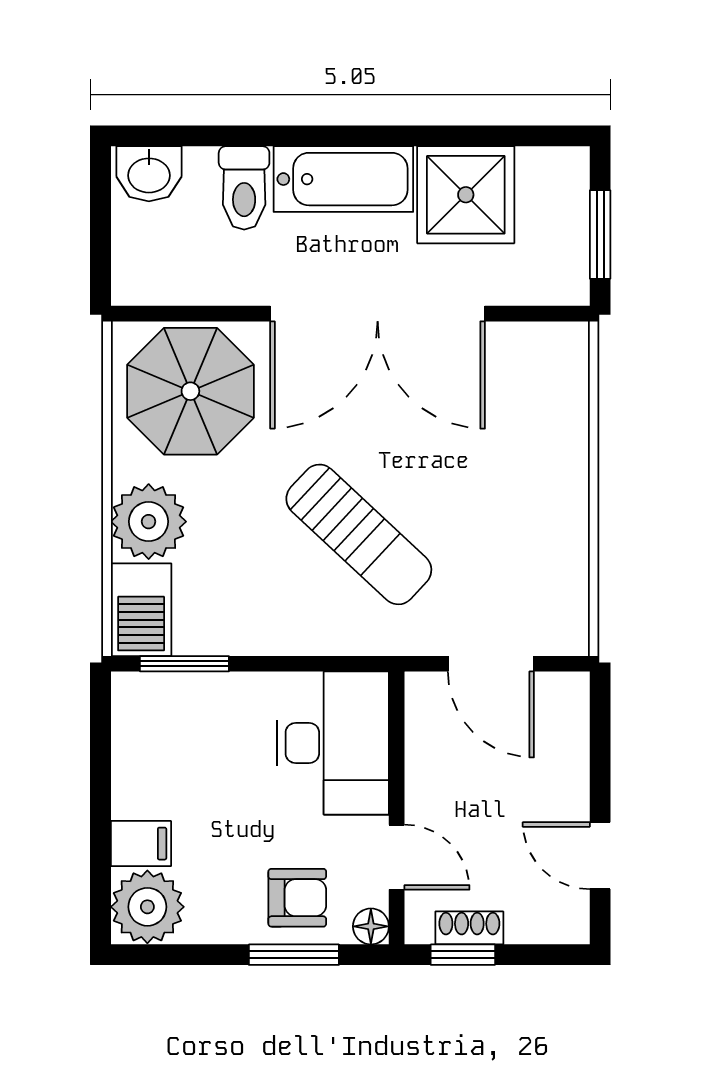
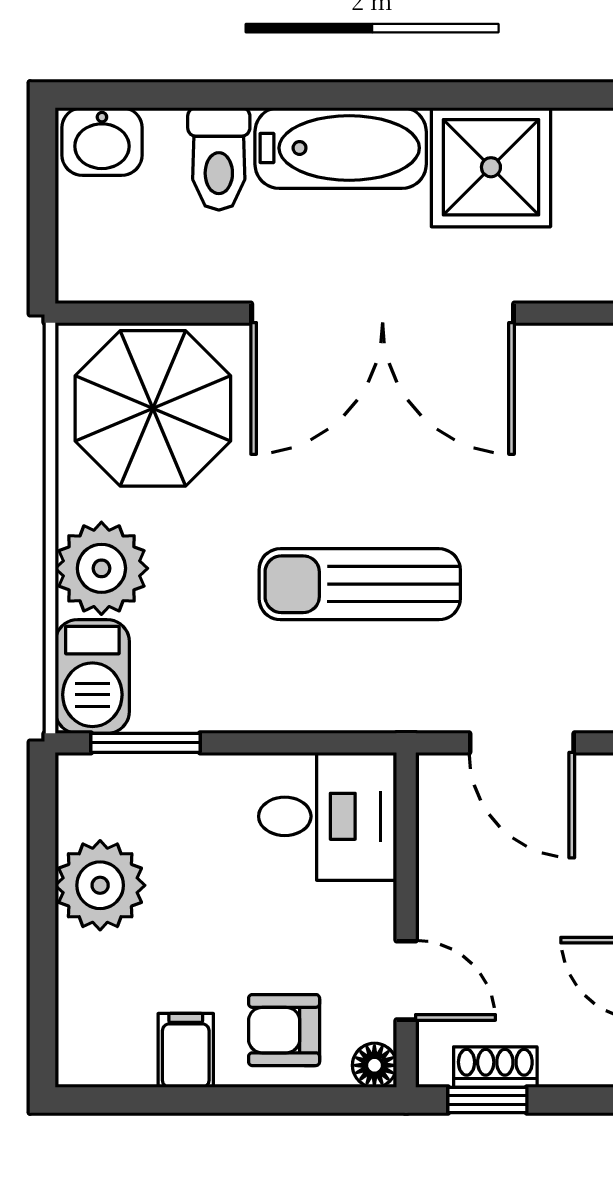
sun lounger: (359, 534) -> (360, 584), turned 137
desk: (333, 743) -> (328, 816), width x0.73
filing cabinet: (141, 844) -> (186, 1050), moved, turned -90
armchair: (297, 898) -> (284, 1030), turned 180
plant: (147, 907) -> (100, 885), moved
window: (294, 955) -> (280, 1100), removed

